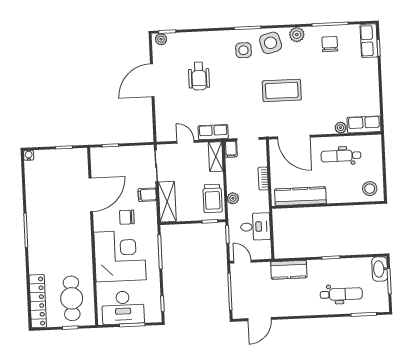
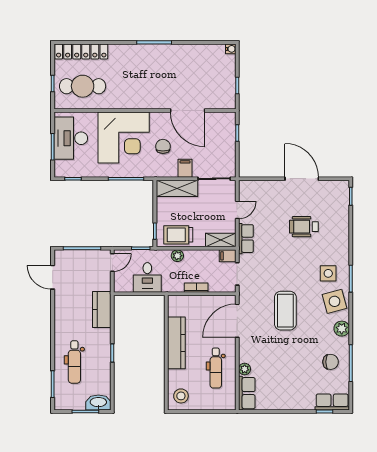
plant: (161, 39) -> (343, 190), removed
dental chair: (341, 156) -> (216, 368), turned 180
kitchen counter: (300, 196) -> (176, 343), moved

